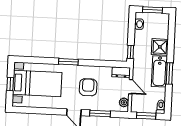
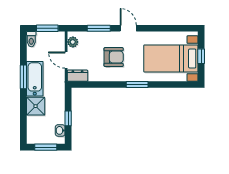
window: (131, 52) -> (68, 118), moved
armchair: (88, 87) -> (114, 57), turned -90

